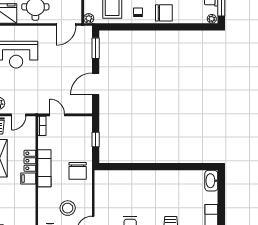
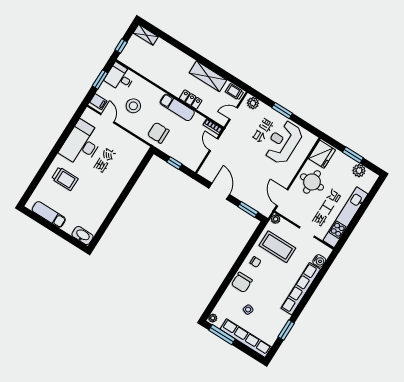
door: (19, 115) -> (233, 114), hinge flipped
door: (57, 115) -> (214, 145), swing flipped
filing cabinet: (28, 179) -> (177, 89), removed

